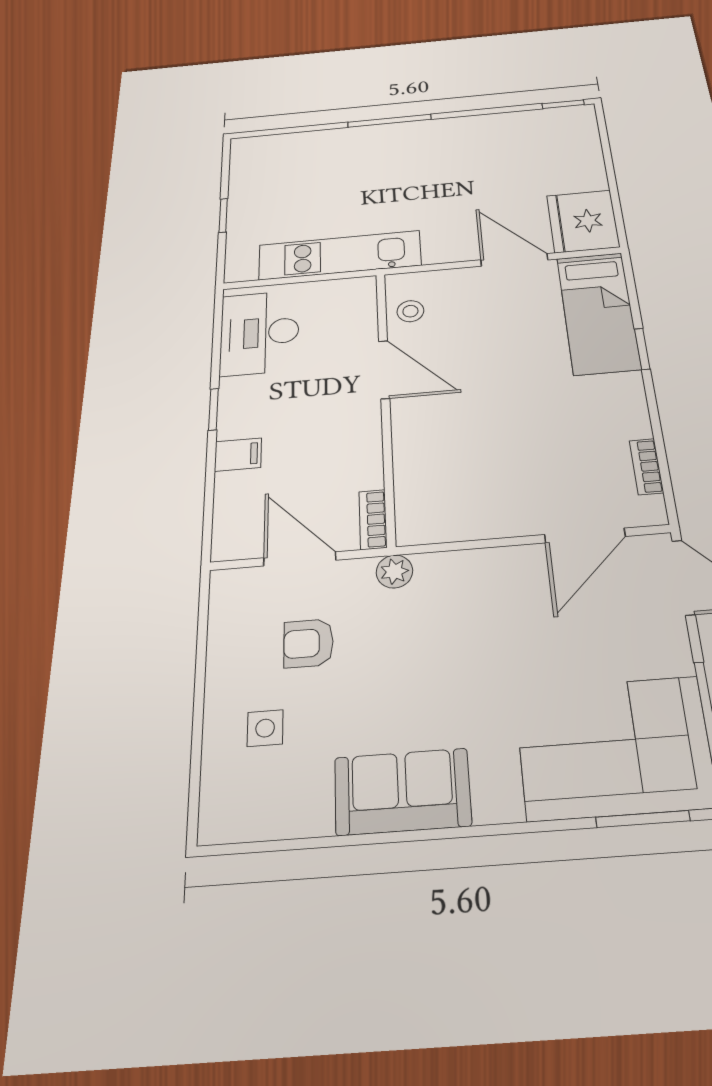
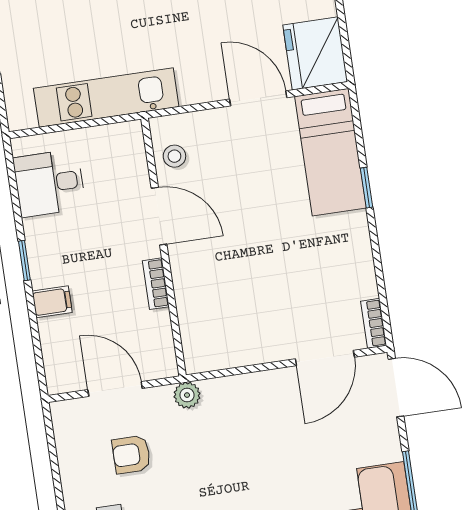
desk: (259, 333) -> (49, 183), width x0.73
bookcase: (646, 467) -> (374, 323), moved
bookcase: (373, 519) -> (156, 284), moved

